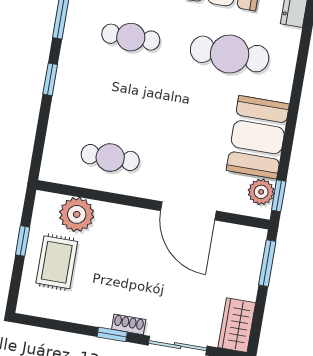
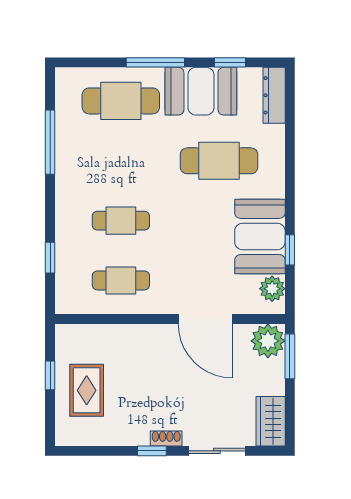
cafe table: (131, 37) -> (121, 221), moved
window: (50, 79) -> (50, 258), moved
window: (279, 196) -> (290, 250), moved
plant: (77, 214) -> (268, 341), moved

